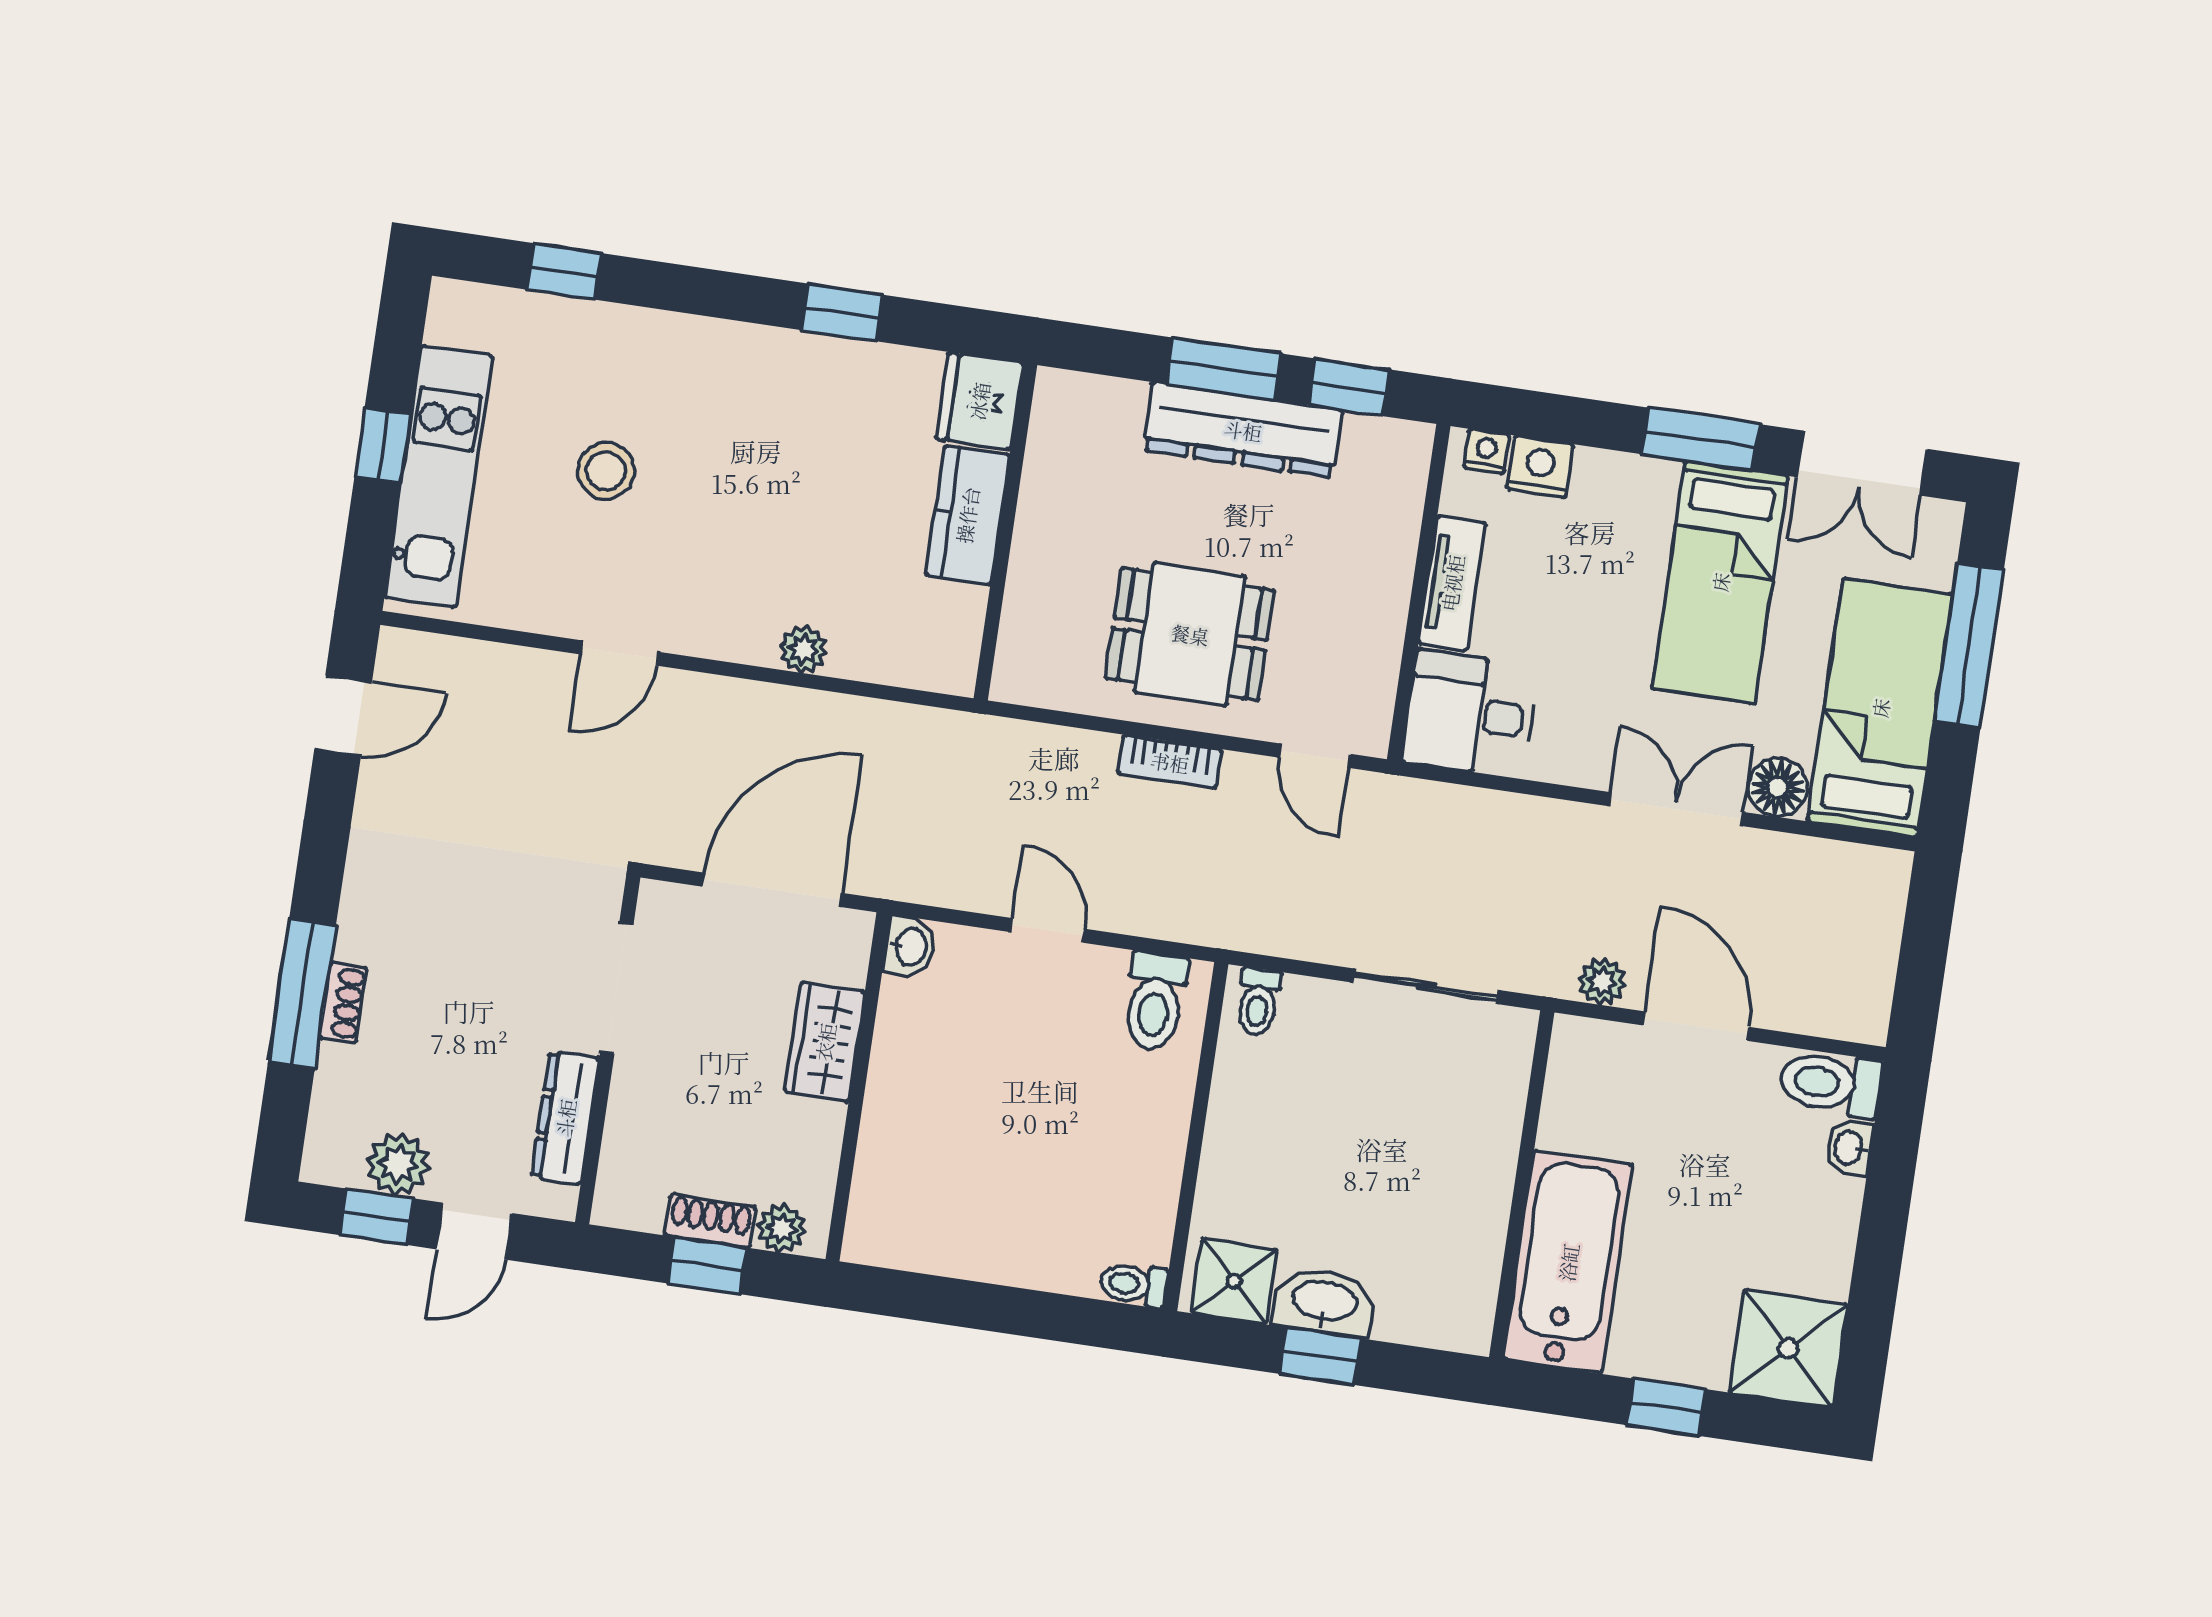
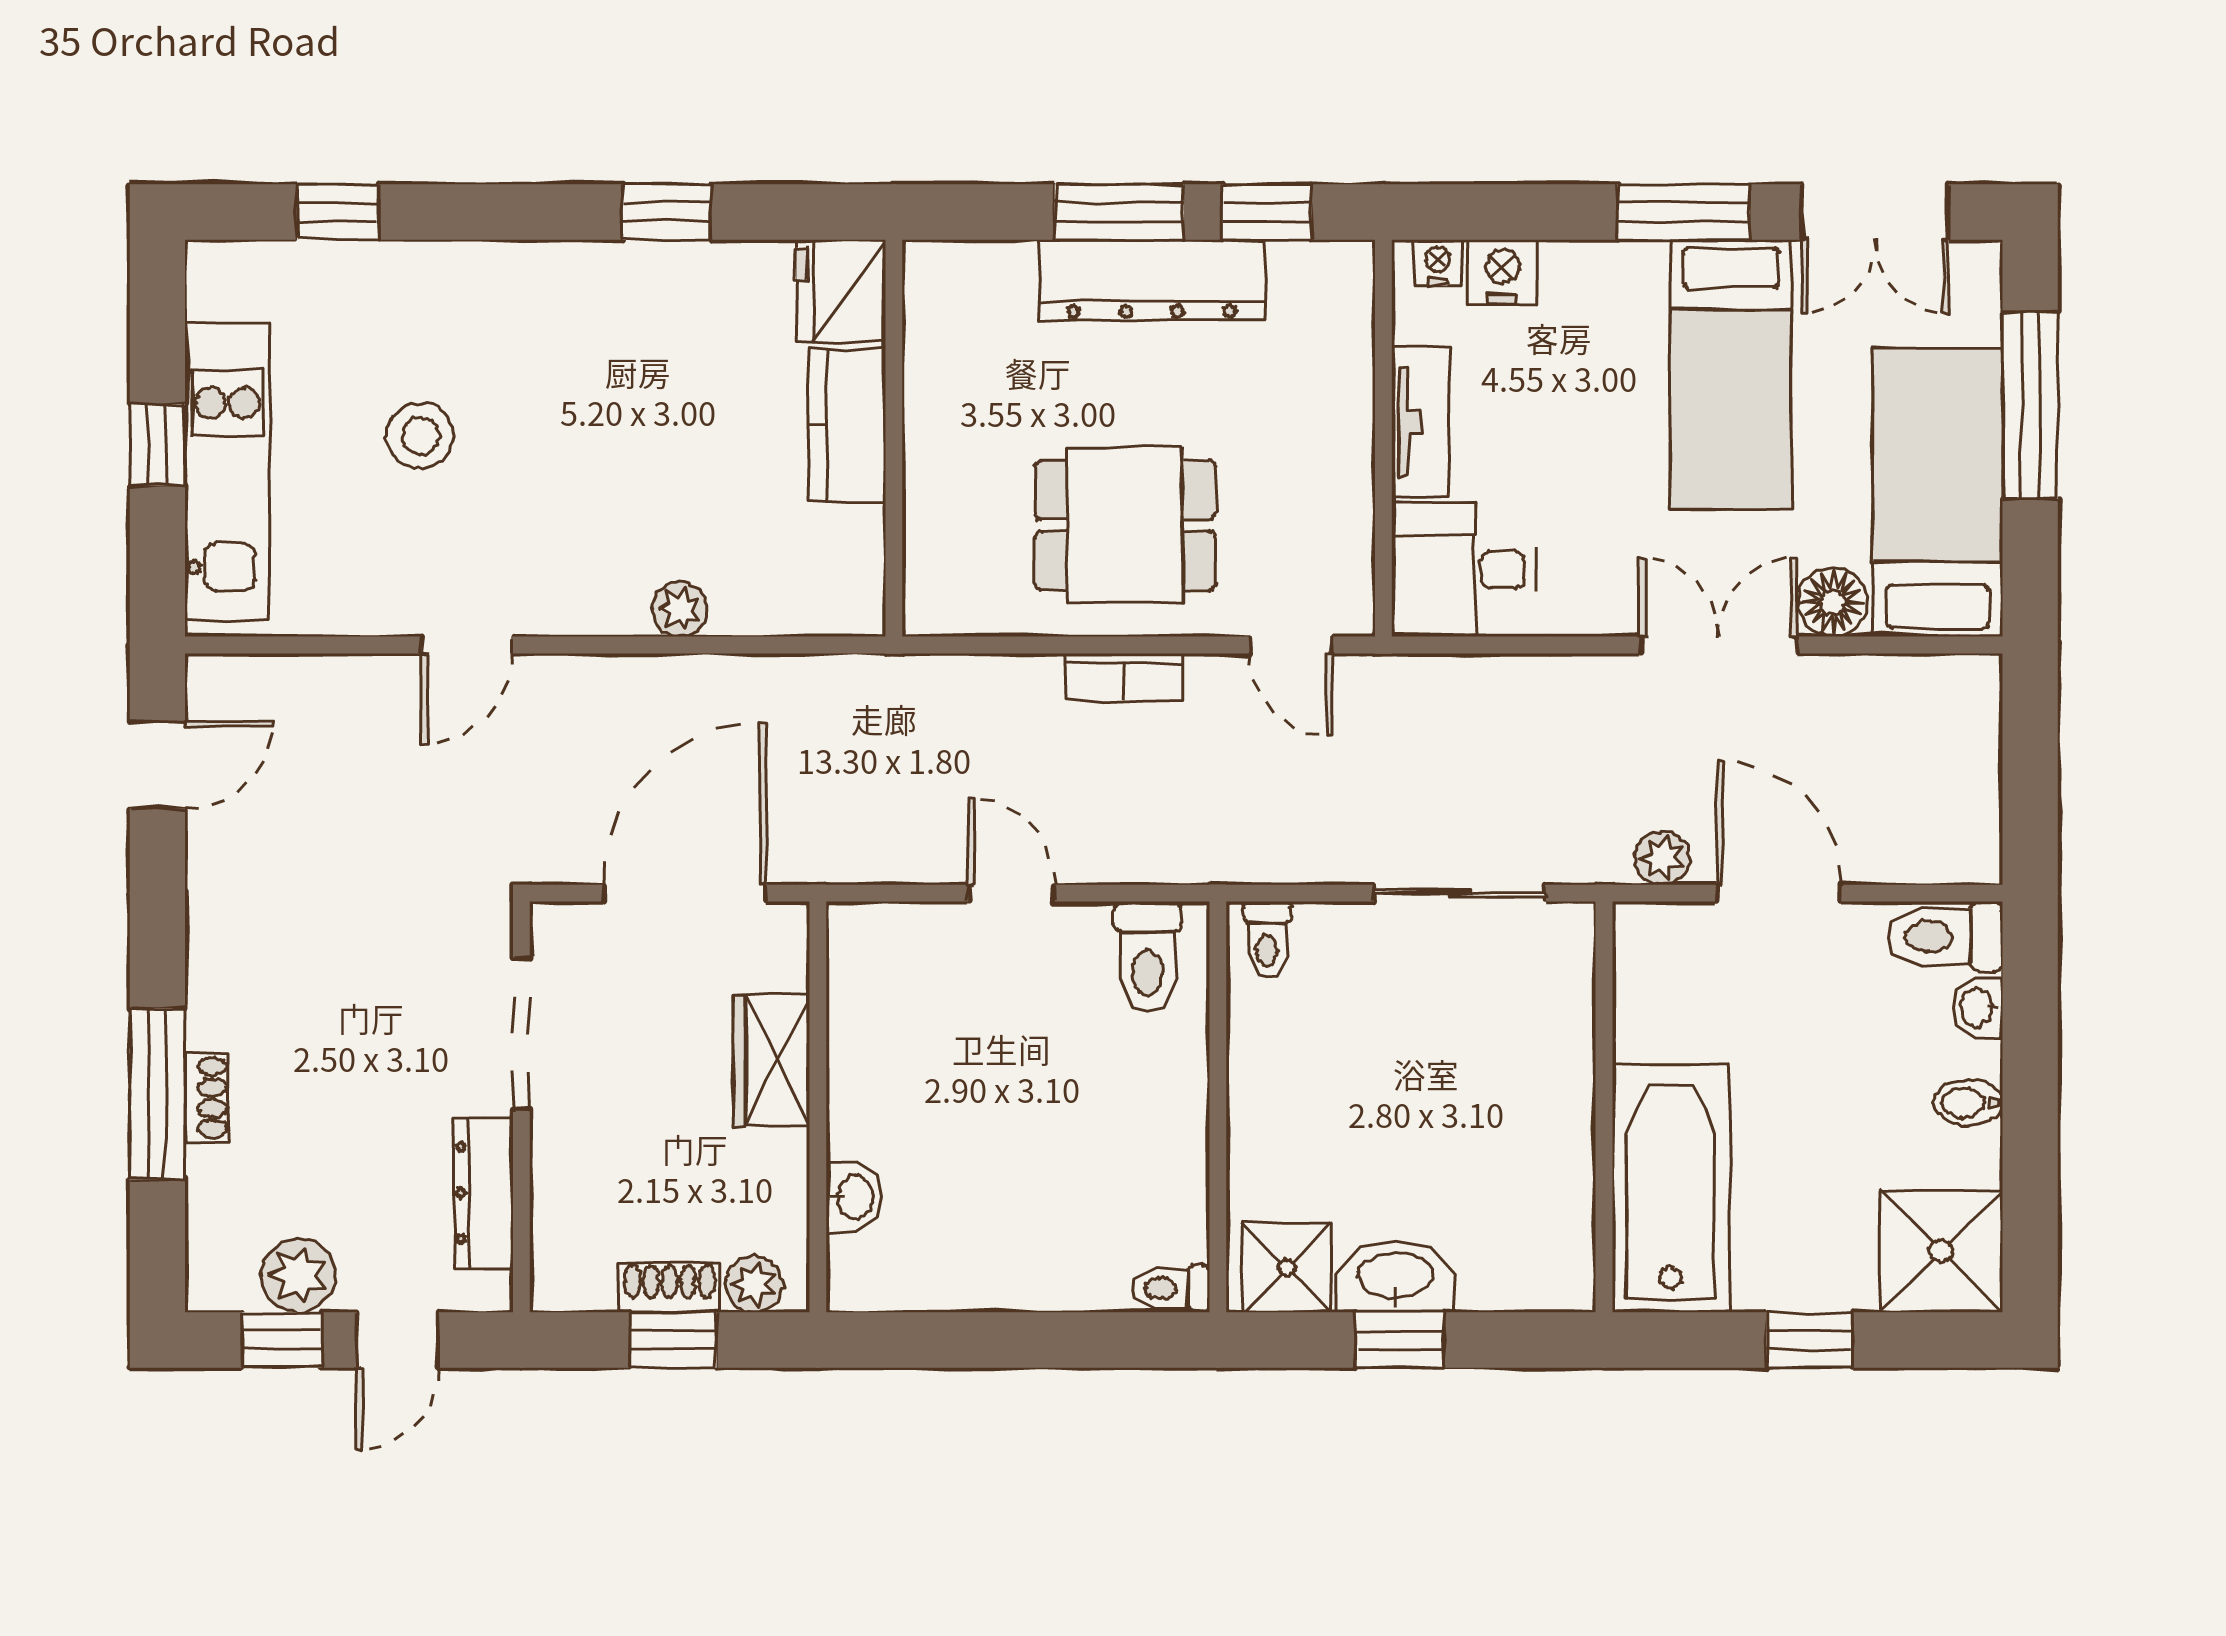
washbasin: (910, 947) -> (854, 1197), moved
bidet: (1830, 1226) -> (1968, 1102), added

